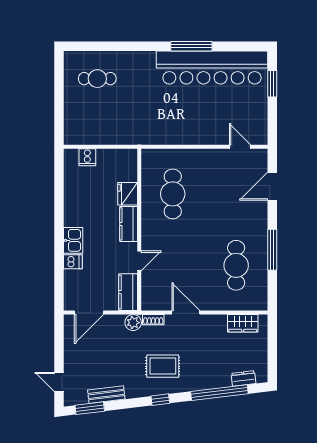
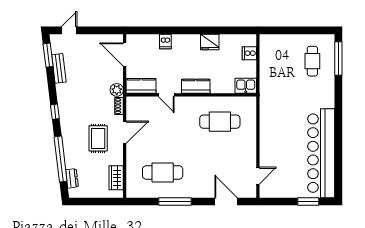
window: (191, 46) -> (338, 59), moved
fridge: (128, 194) -> (210, 42), moved, turned 180
kitchen sink: (73, 240) -> (246, 86), moved, turned 180
rug: (163, 366) -> (98, 138), moved

